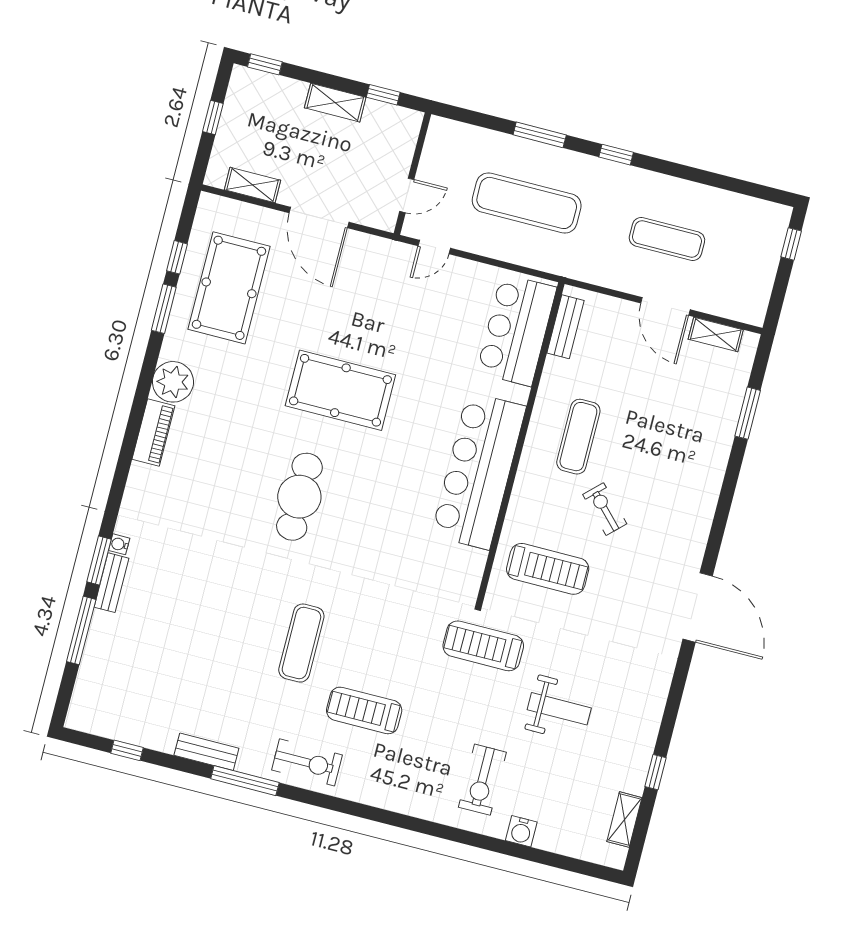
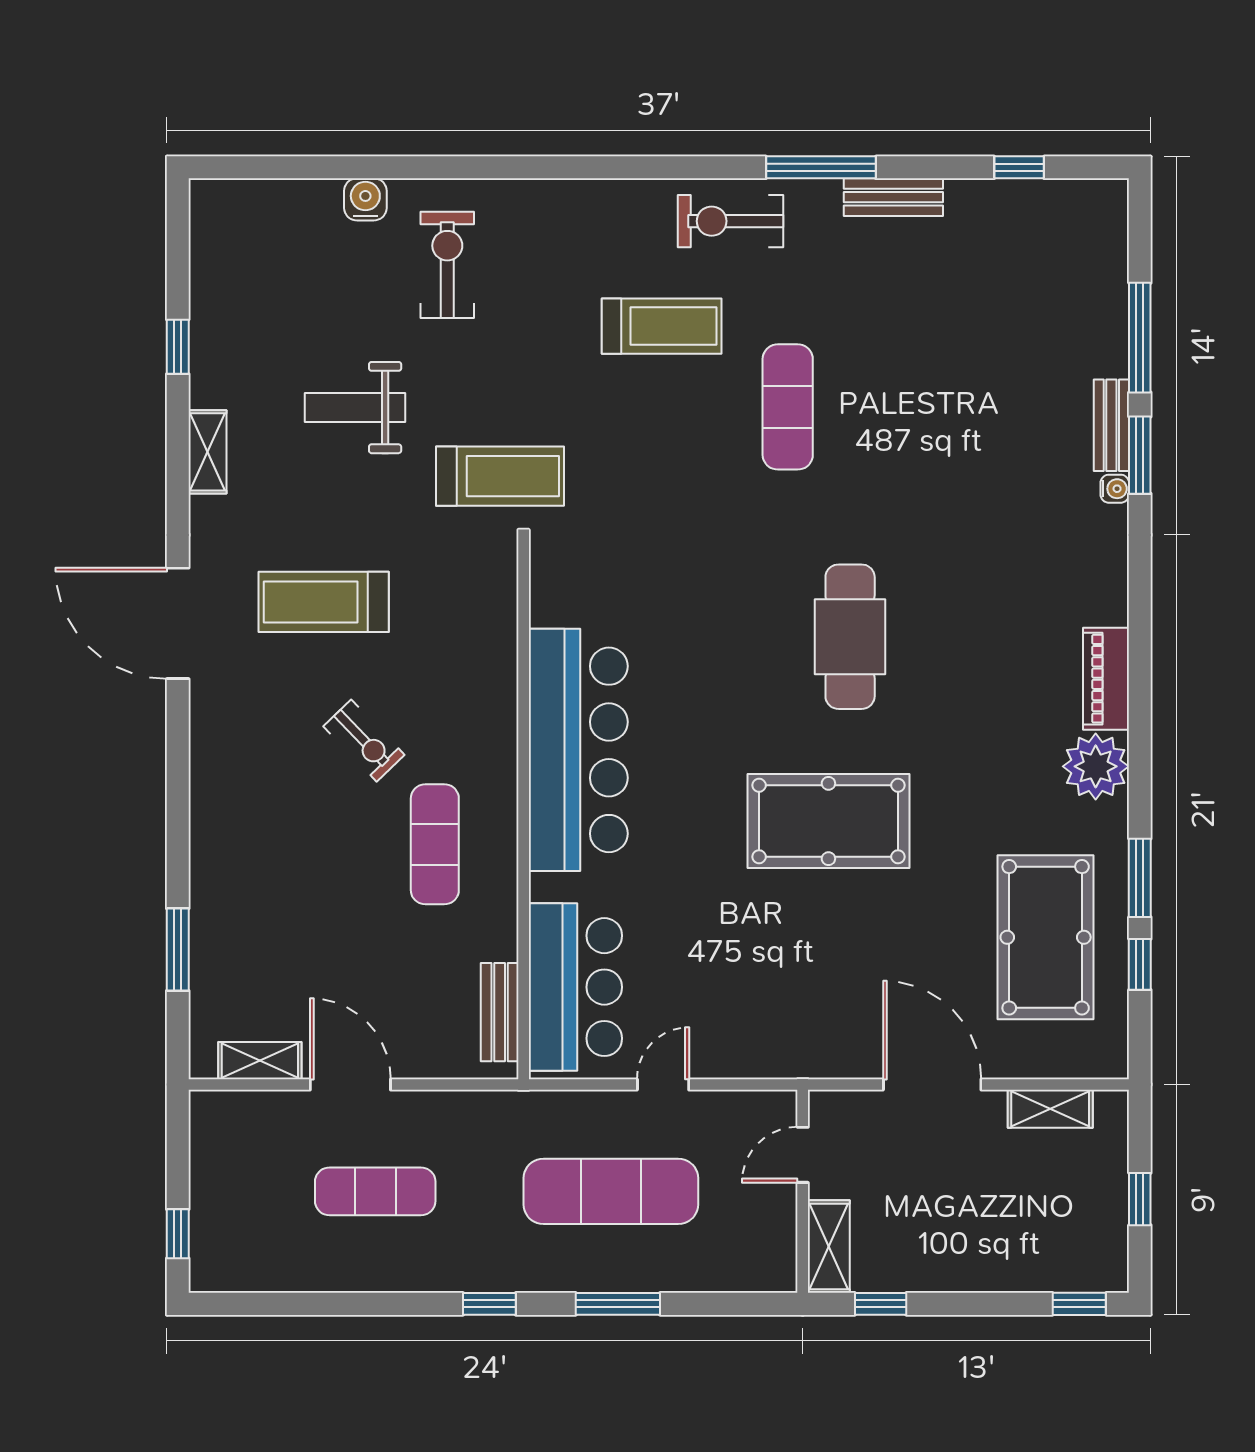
shelving: (335, 103) -> (829, 1247), moved, turned 90
door: (434, 247) -> (663, 1084), moved
treadmill: (548, 569) -> (324, 602), moved
shelving: (624, 820) -> (207, 452), moved

